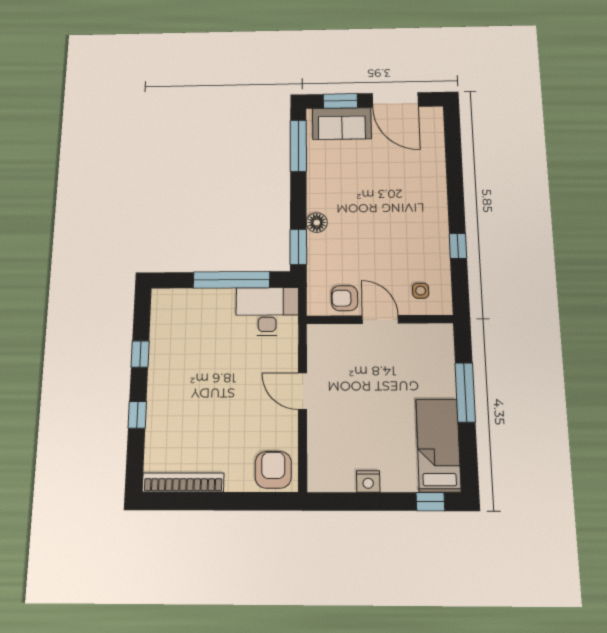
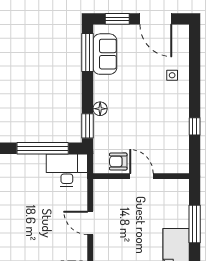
sofa: (342, 124) -> (105, 54), moved, turned -90
side table: (421, 291) -> (172, 75), moved

